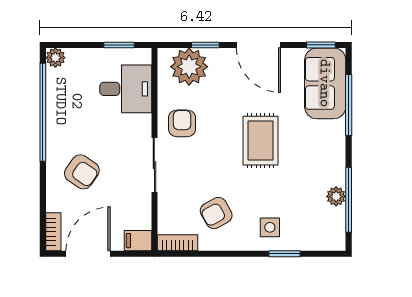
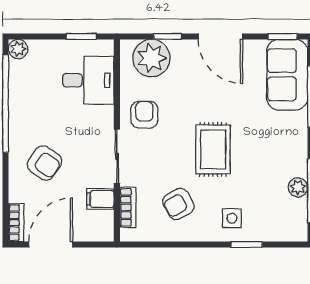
rug: (260, 141) -> (213, 149), moved
filing cabinet: (138, 241) -> (100, 199), moved
bookcase: (178, 243) -> (128, 207), moved, turned 90

